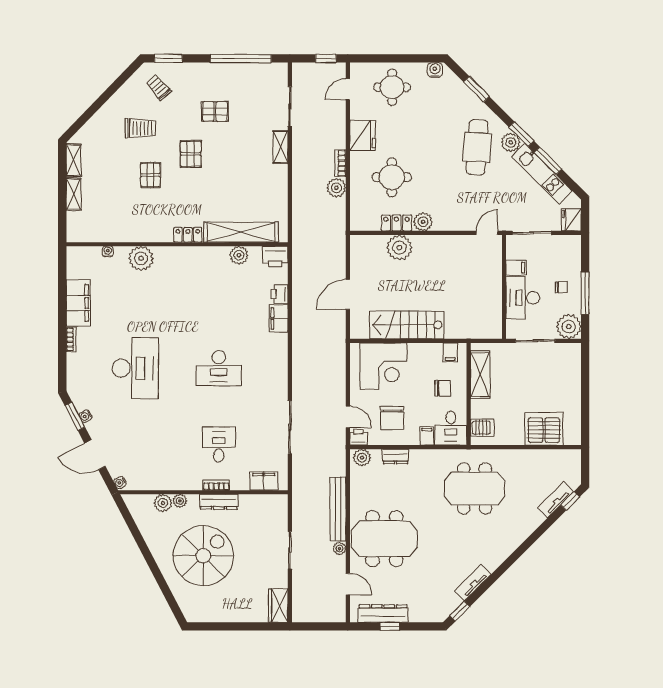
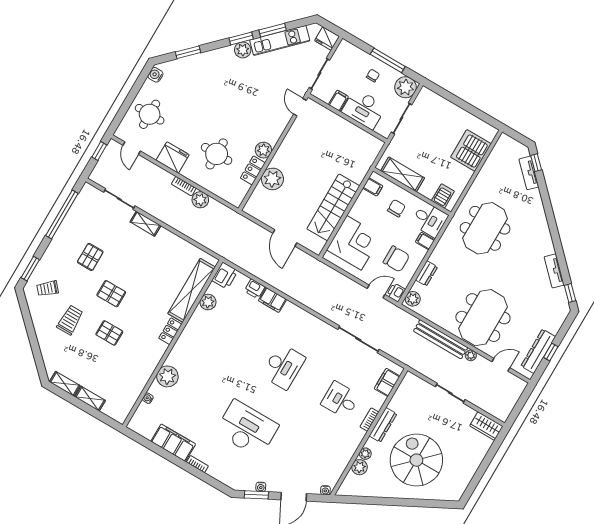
cafe table: (477, 147) -> (232, 77), removed

